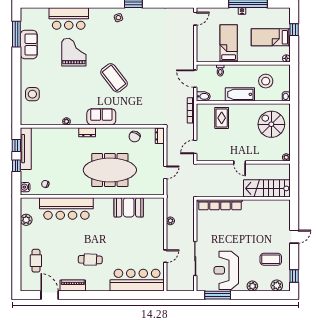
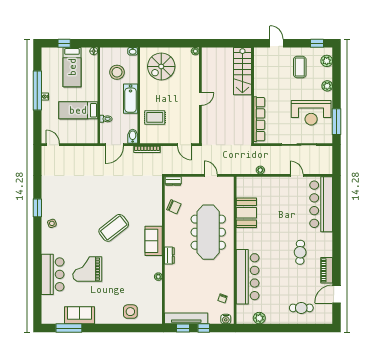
stairs: (267, 188) -> (242, 71), moved
wall: (243, 198) -> (253, 95), moved
row of seats: (220, 205) -> (259, 119), moved

